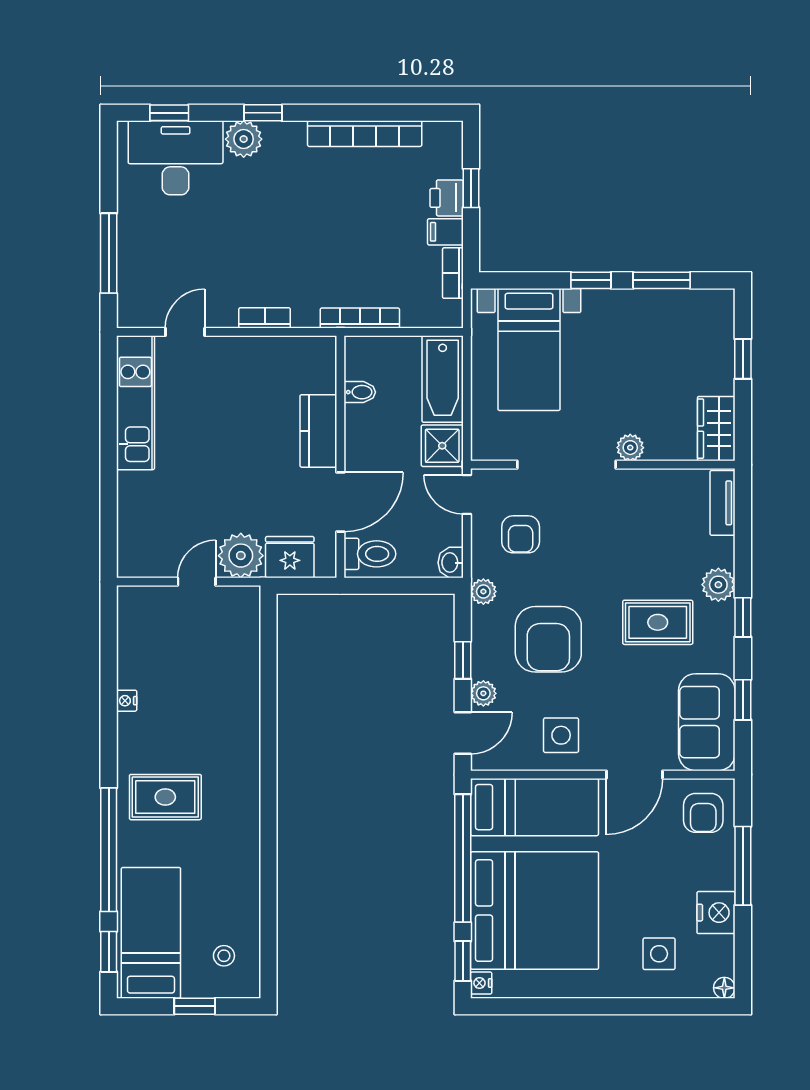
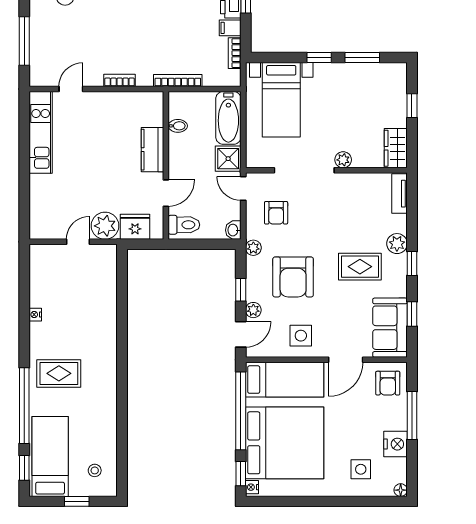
door: (340, 502) -> (166, 193), width x0.73

